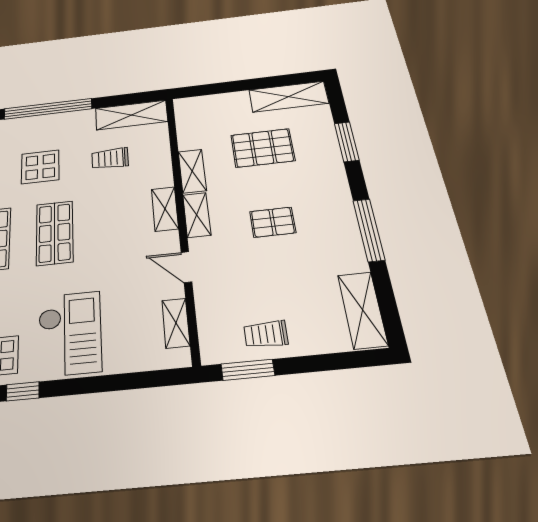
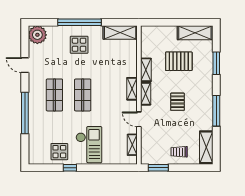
trolley: (110, 158) -> (109, 57), removed
display table: (40, 167) -> (79, 45), moved
pallet: (273, 222) -> (177, 102), turned 90
trolley: (266, 334) -> (179, 152), moved

